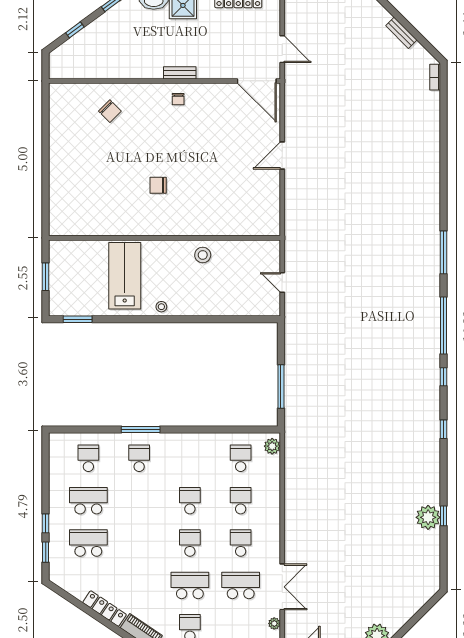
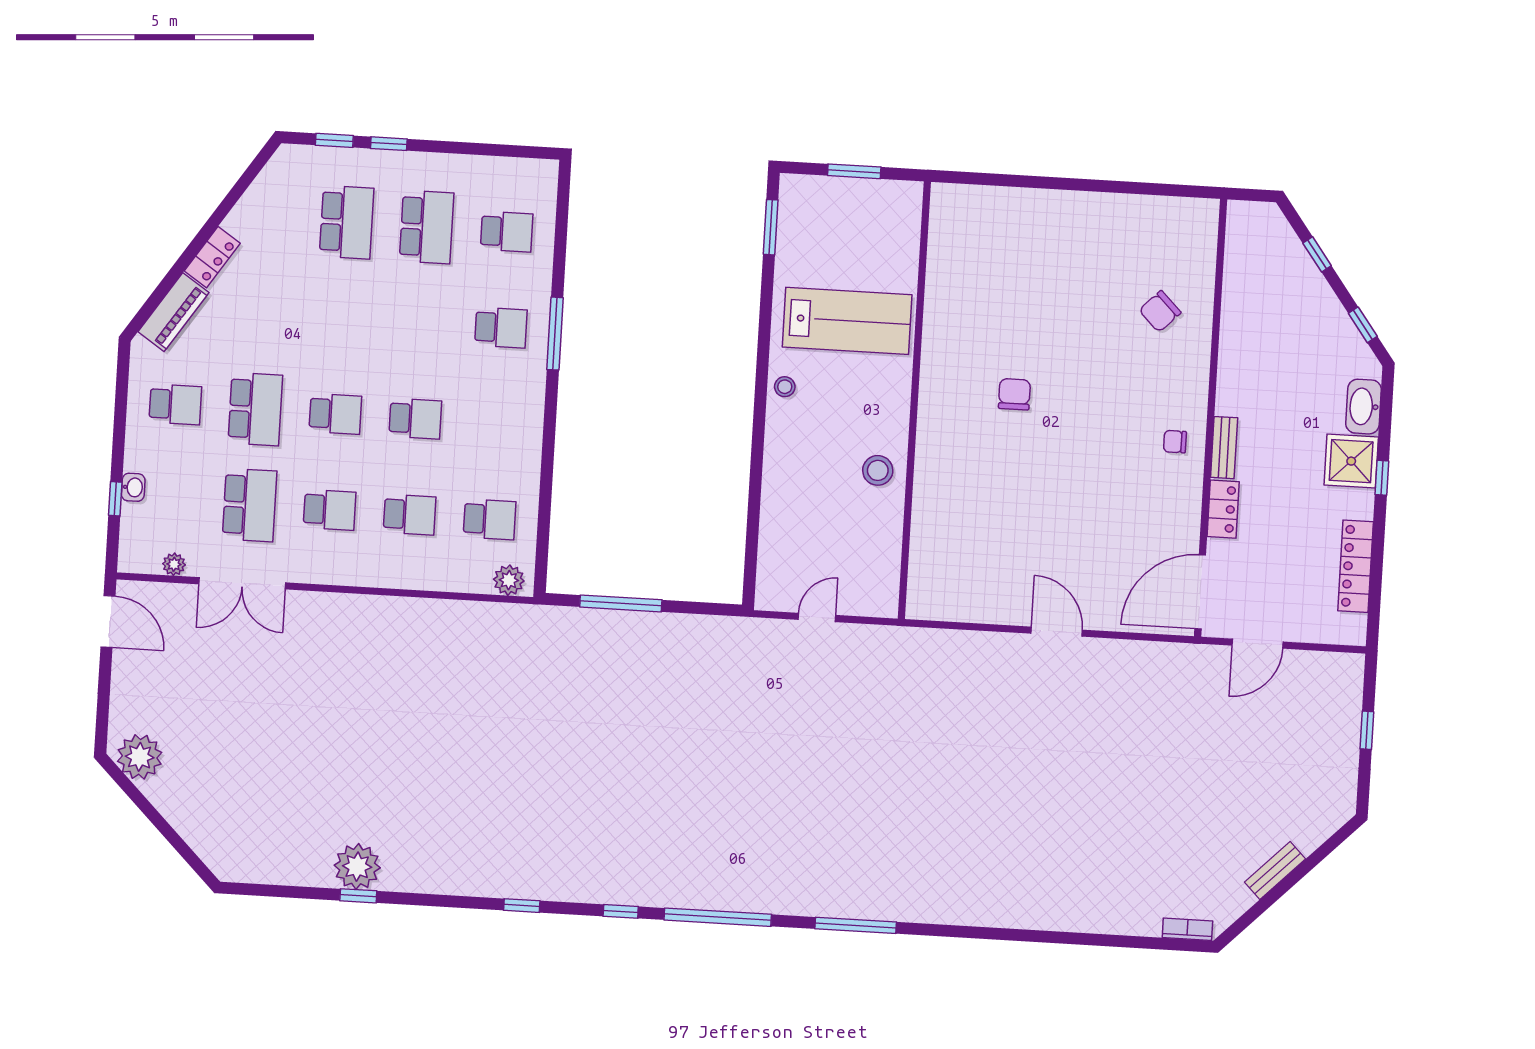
locker: (212, 71) -> (1223, 509), added
locker: (105, 609) -> (212, 257), width x0.66

